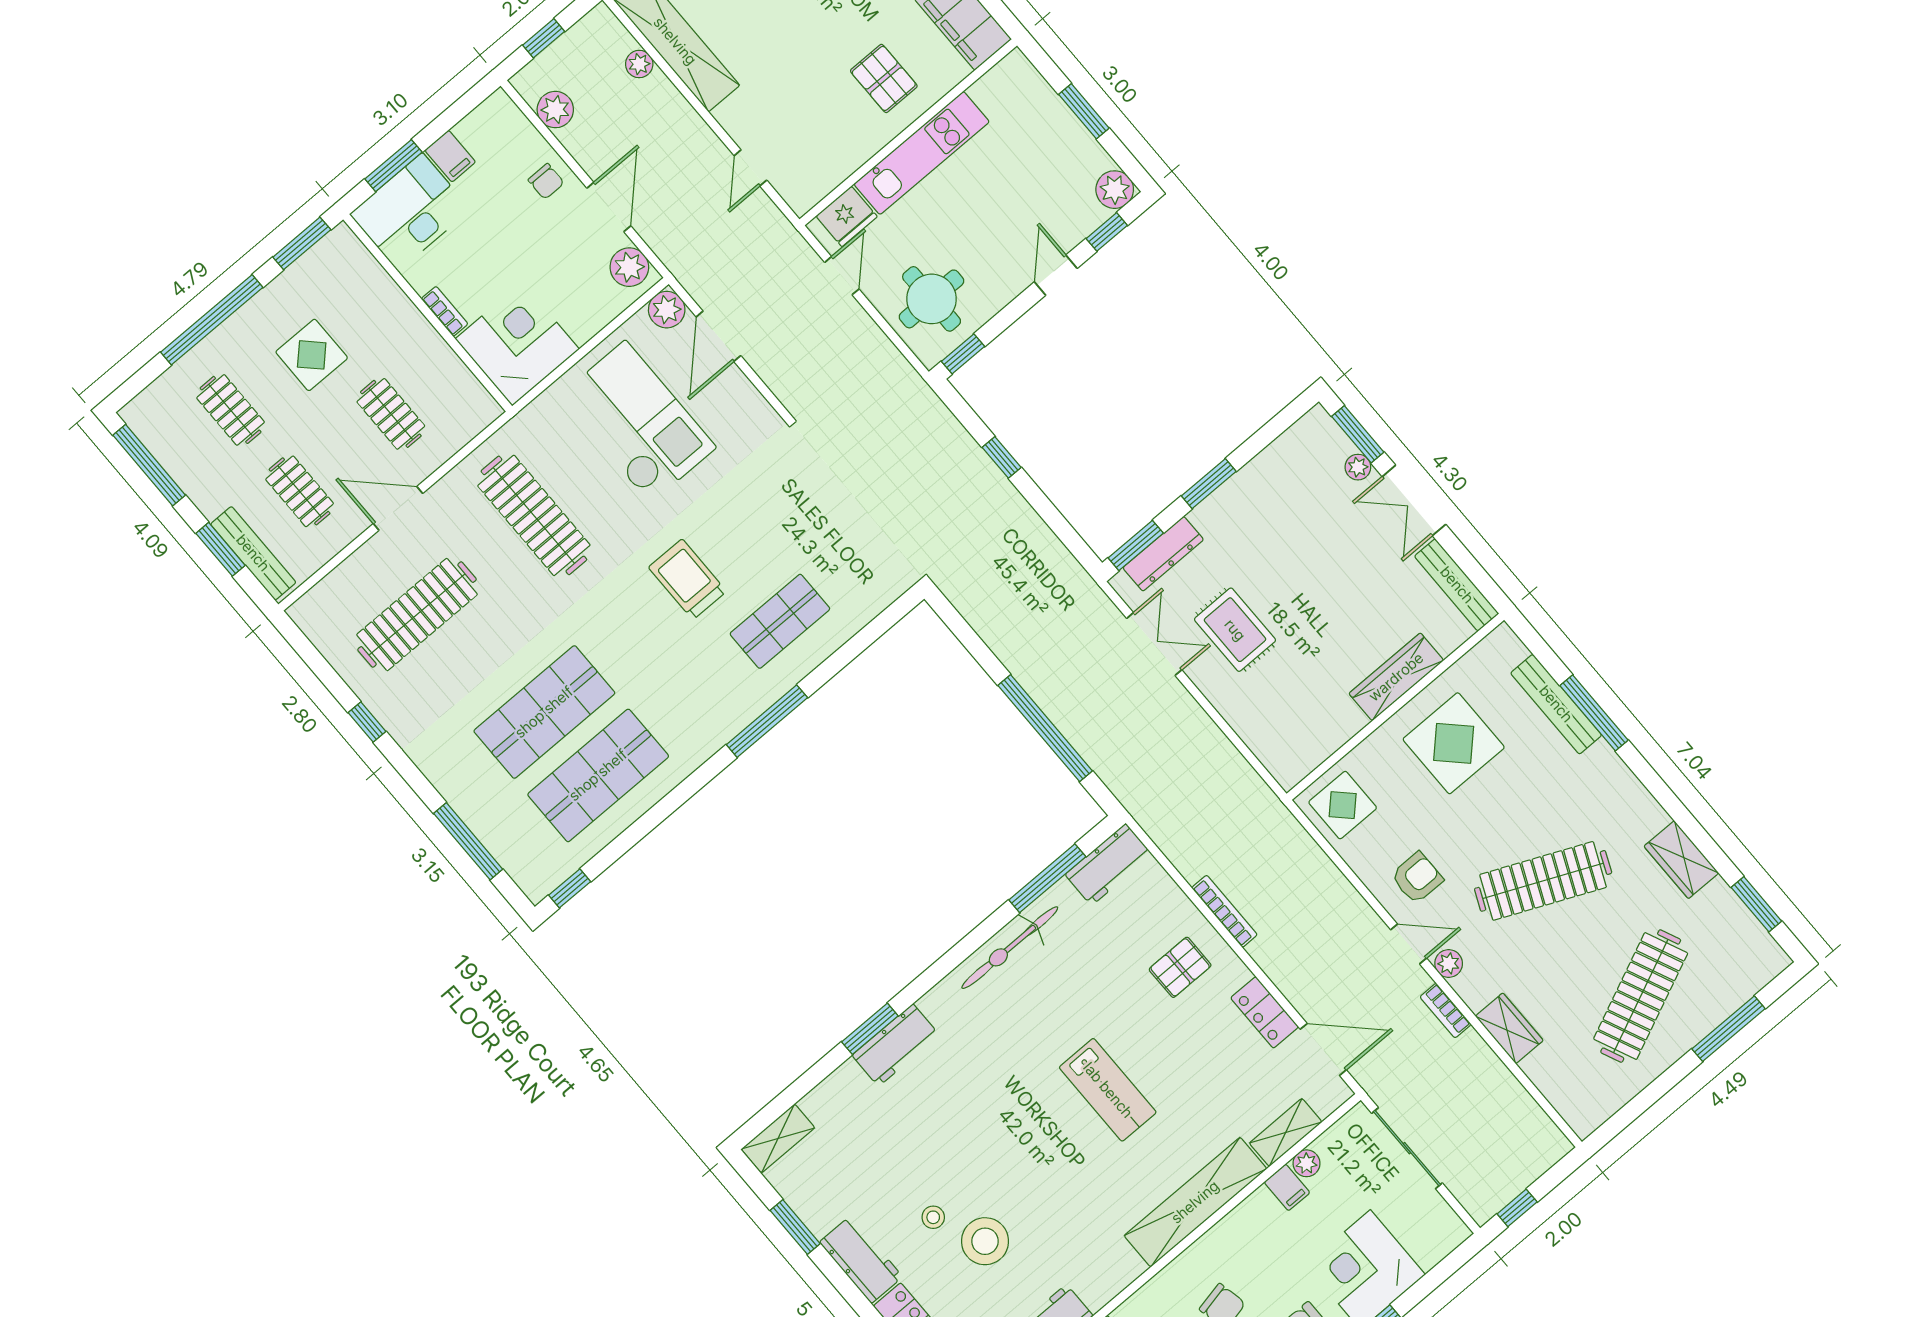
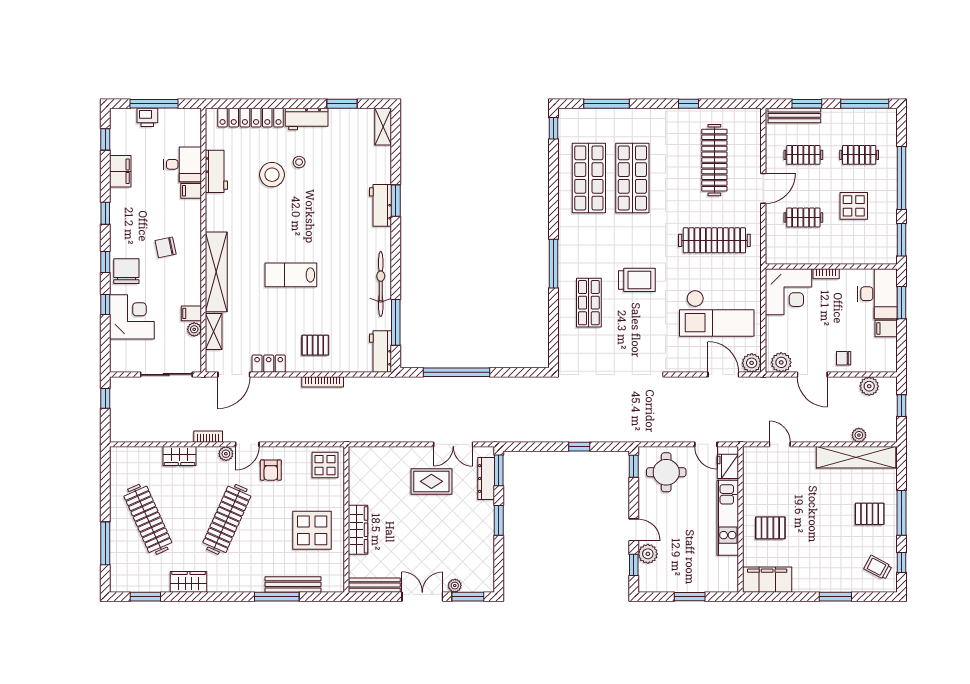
plant: (1115, 190) -> (648, 554), moved
pallet: (1180, 967) -> (315, 345), turned 90

